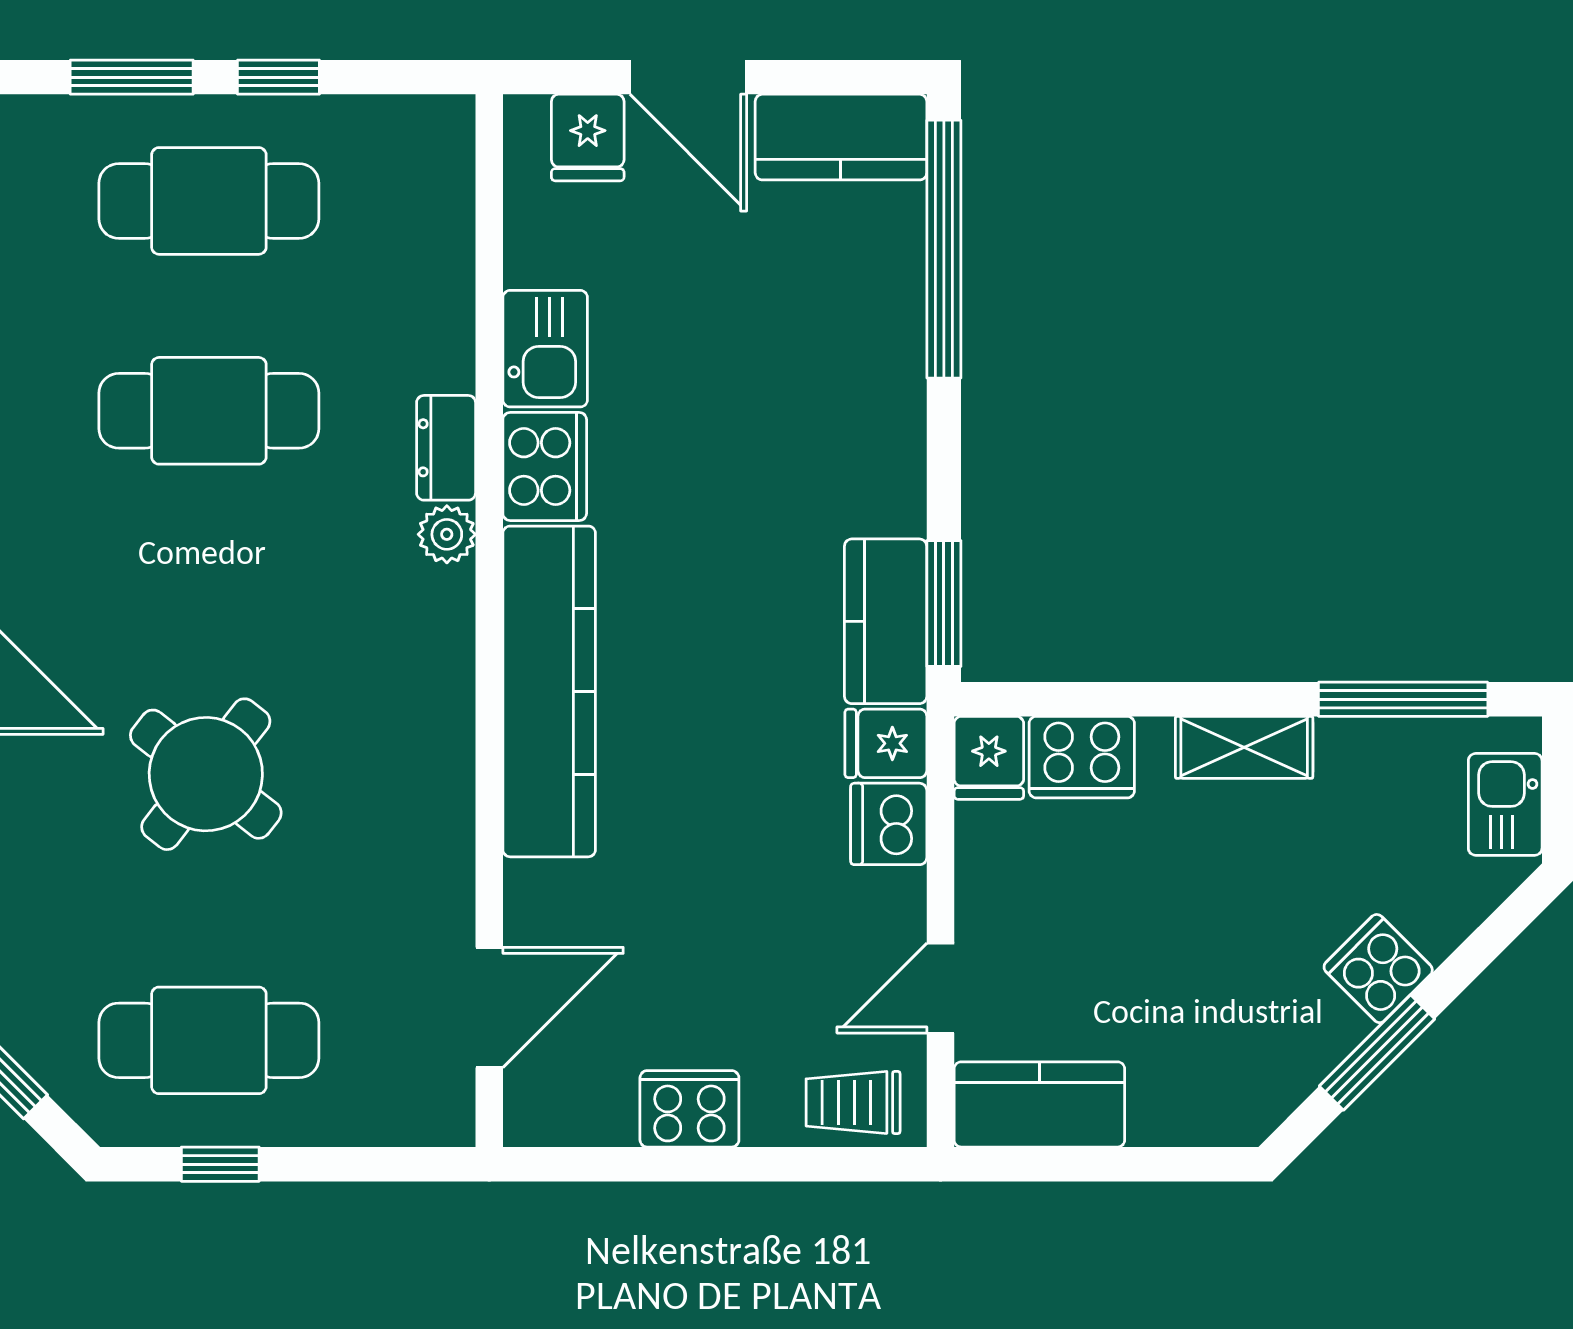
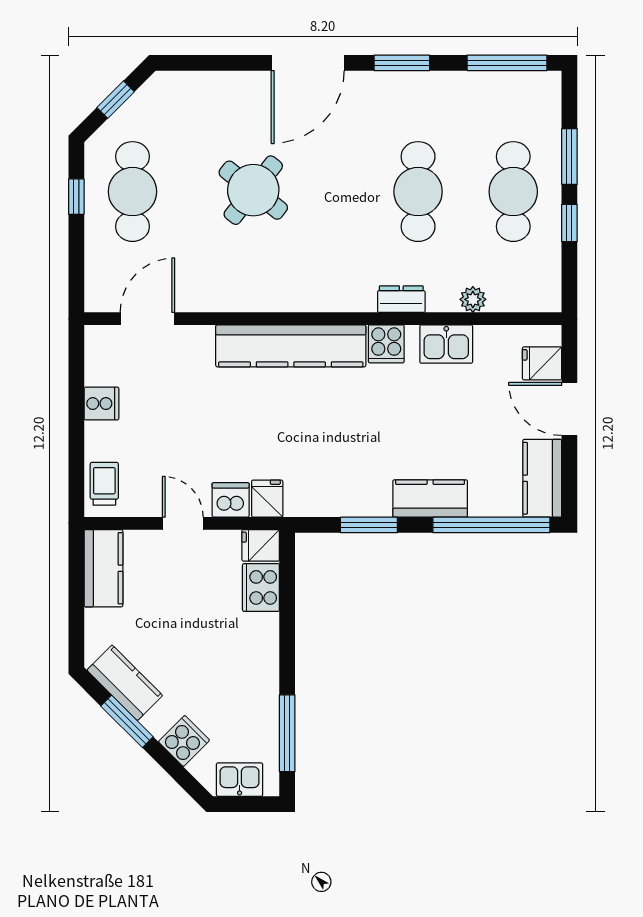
door: (688, 77) -> (569, 409), hinge flipped
cooker: (545, 467) -> (386, 344), width x0.73
plant: (447, 534) -> (473, 299), moved
window: (944, 604) -> (369, 525), moved
kitchen counter: (886, 621) -> (430, 498), moved
shelving: (1244, 747) -> (265, 661), removed
cooker: (1378, 969) -> (184, 741), moved
door: (940, 988) -> (183, 523), moved
door: (489, 1007) -> (147, 319), swing flipped
kitchen counter: (1292, 1057) -> (125, 683), added
cooker: (689, 1109) -> (101, 404), width x0.73

